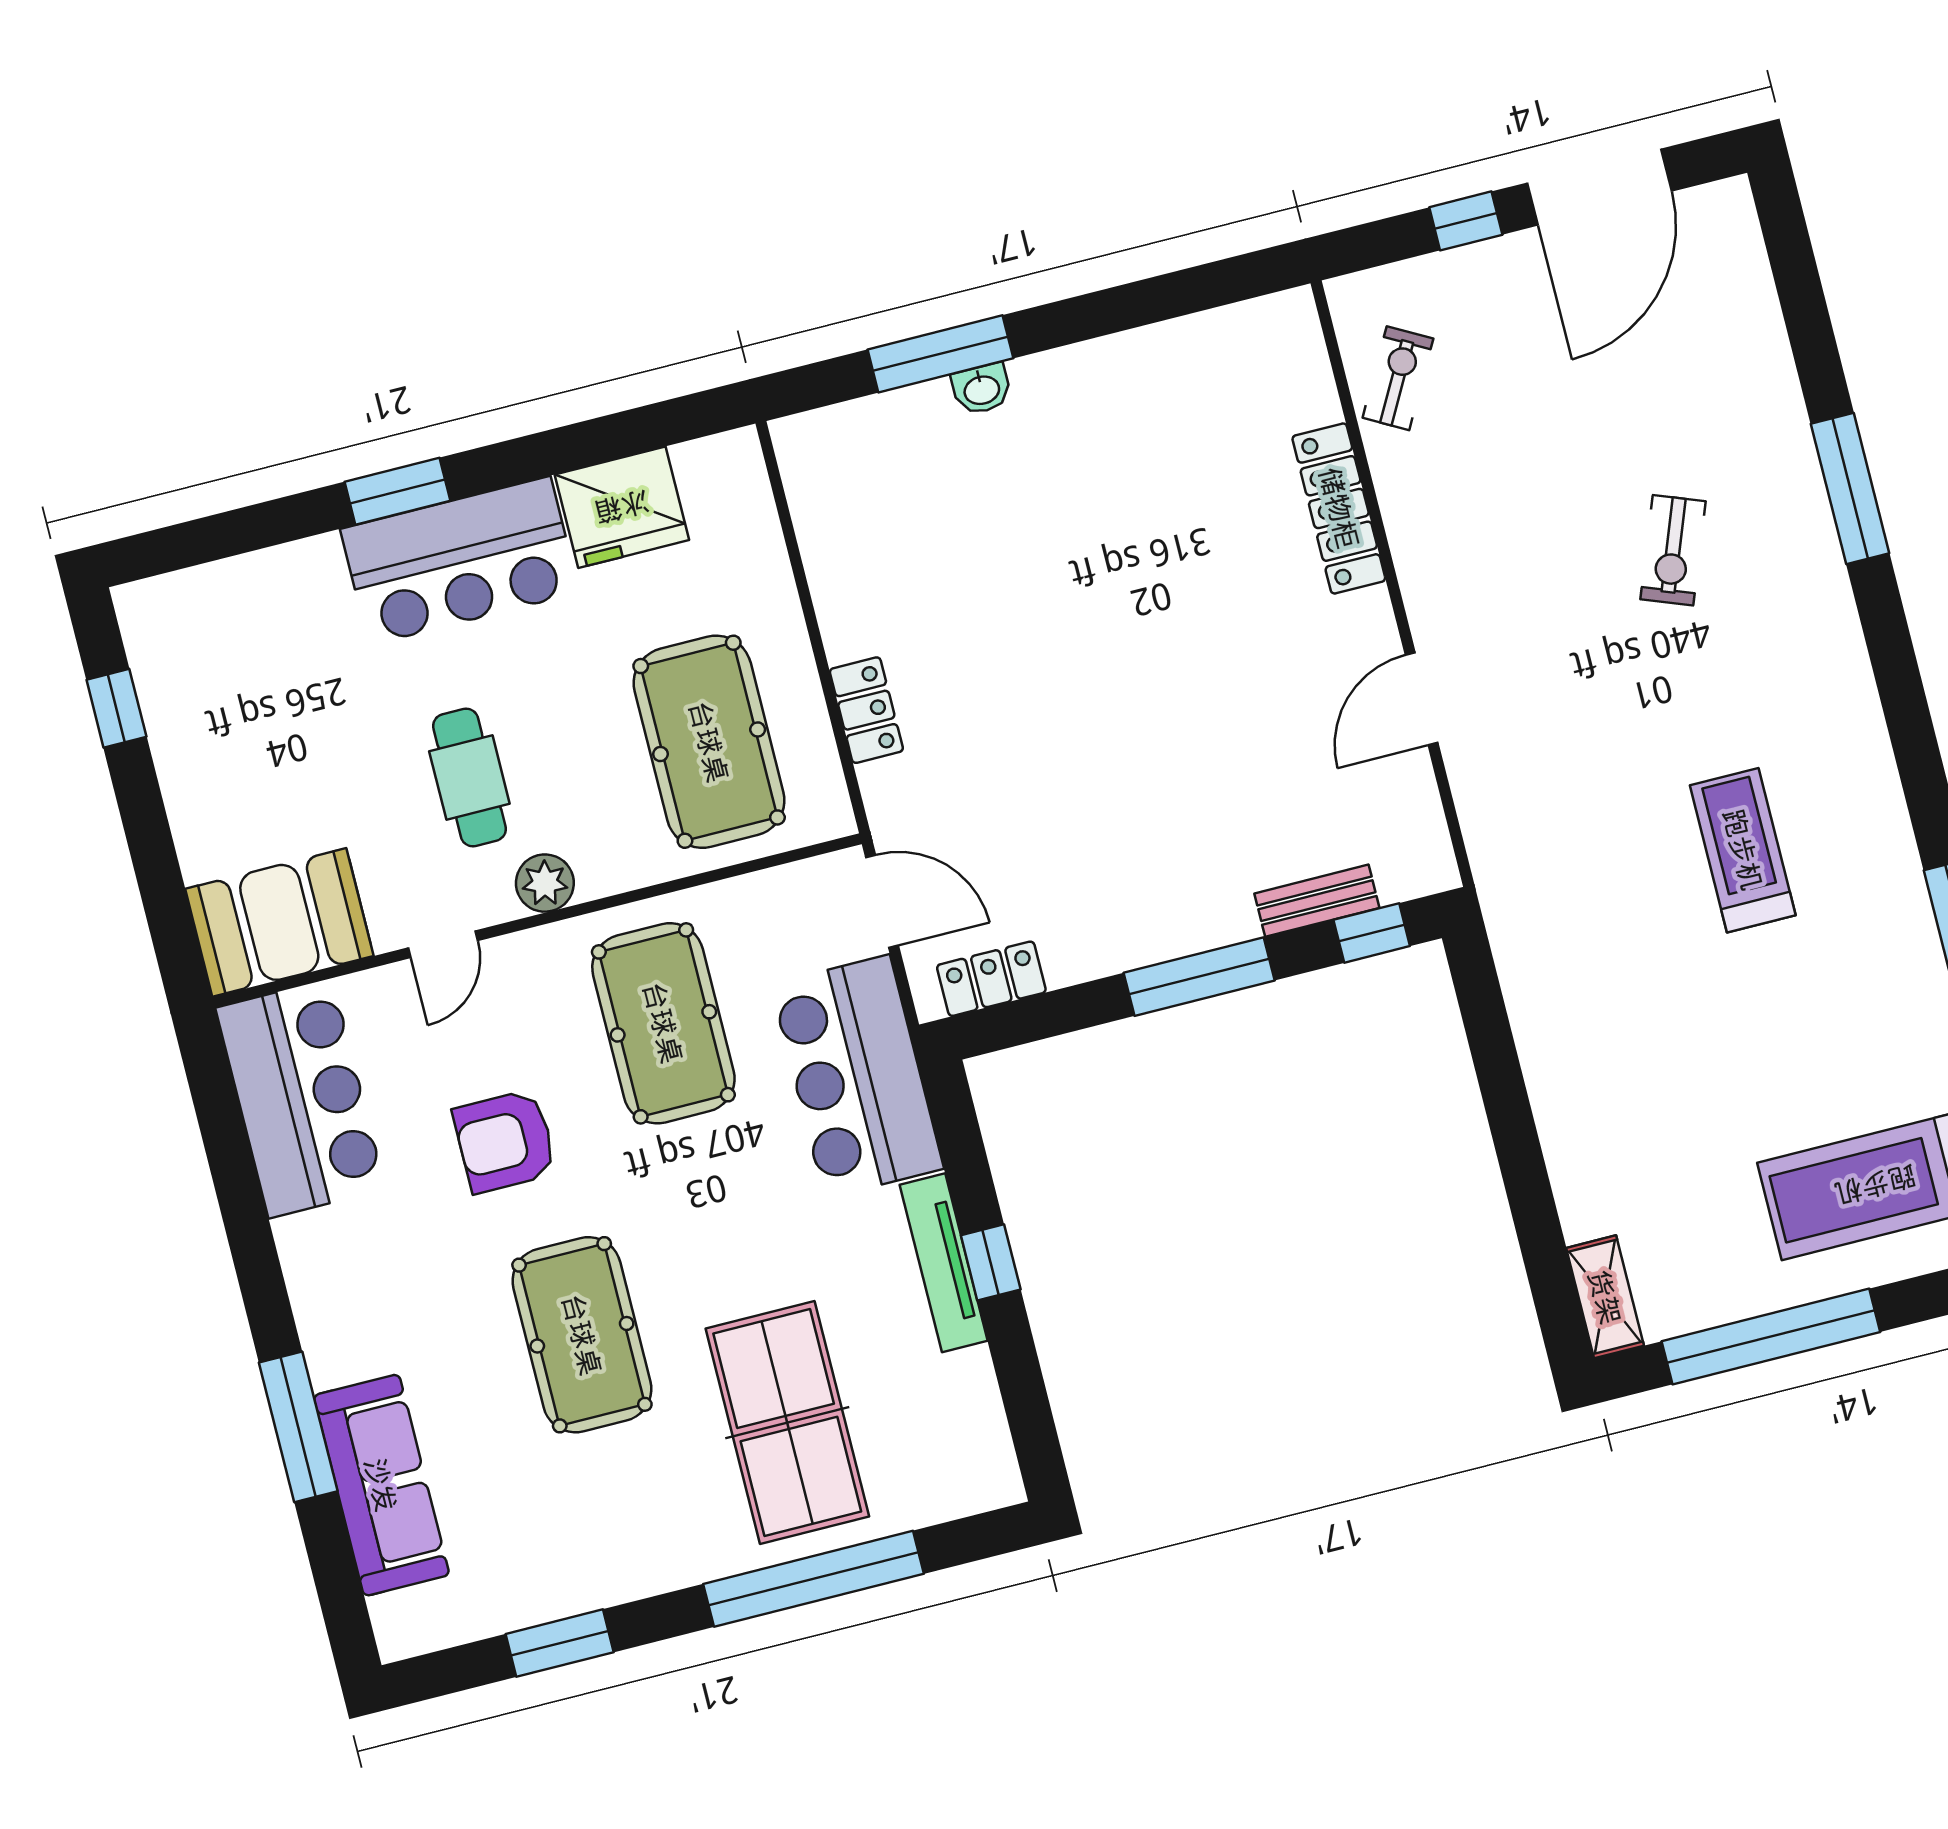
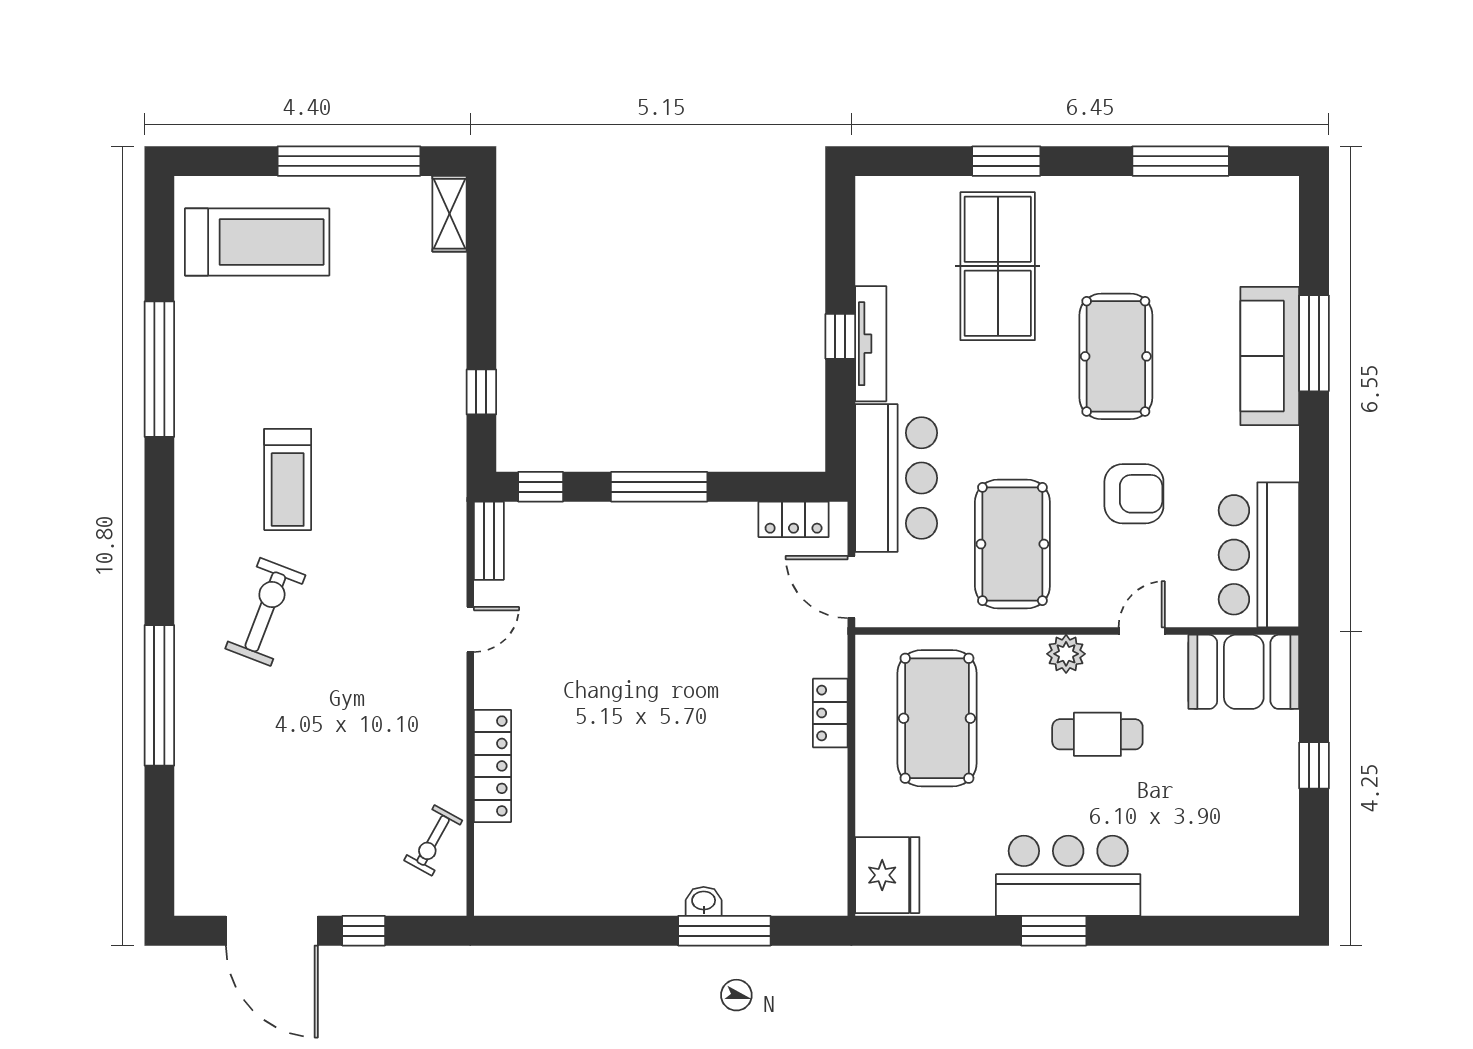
door: (1599, 187) -> (272, 931), swing flipped
window: (1850, 488) -> (159, 695), width x1.46
window: (397, 491) -> (1054, 931), moved
fridge: (622, 507) -> (887, 875), moved, turned 90
exercise bike: (1673, 550) -> (265, 612), moved, width x1.38, depth x1.39
door: (1422, 699) -> (470, 630), width x0.73
window: (116, 708) -> (1314, 765), moved
cafe table: (469, 778) -> (1097, 734), turned 90
bench: (1317, 901) -> (489, 541), moved, turned 90
window: (1493, 1049) -> (481, 392), added
sofa: (381, 1485) -> (1270, 356), moved
window: (814, 1579) -> (1006, 161), width x0.47
window: (560, 1643) -> (1181, 161), width x1.44

